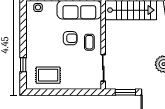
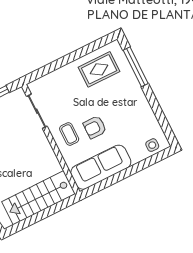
window: (23, 65) -> (136, 67), width x2.17

